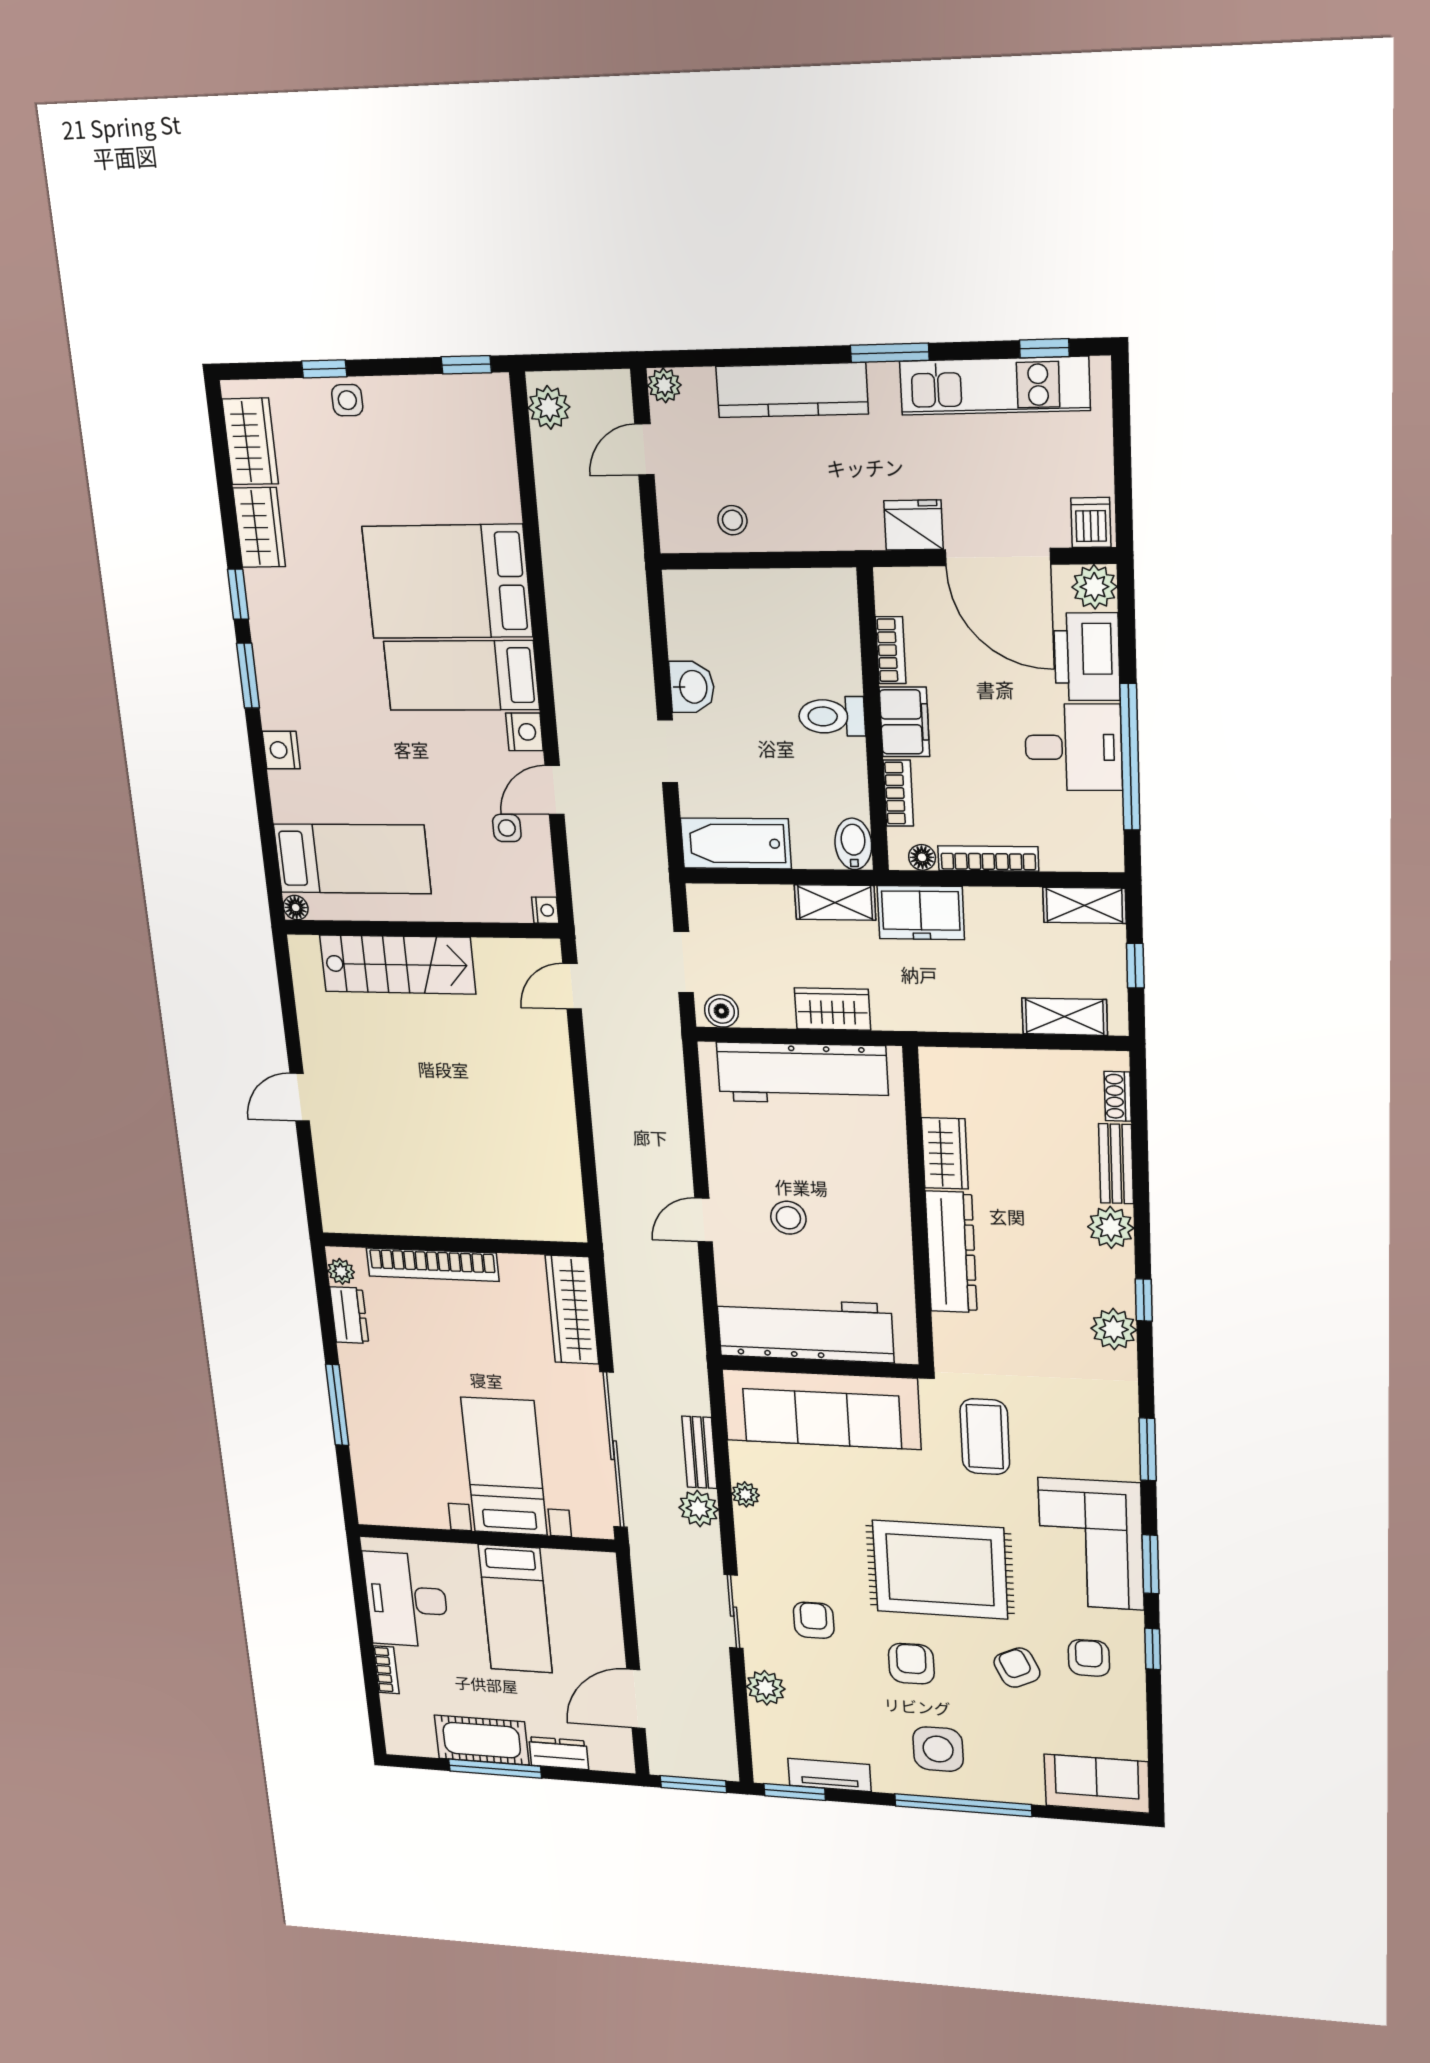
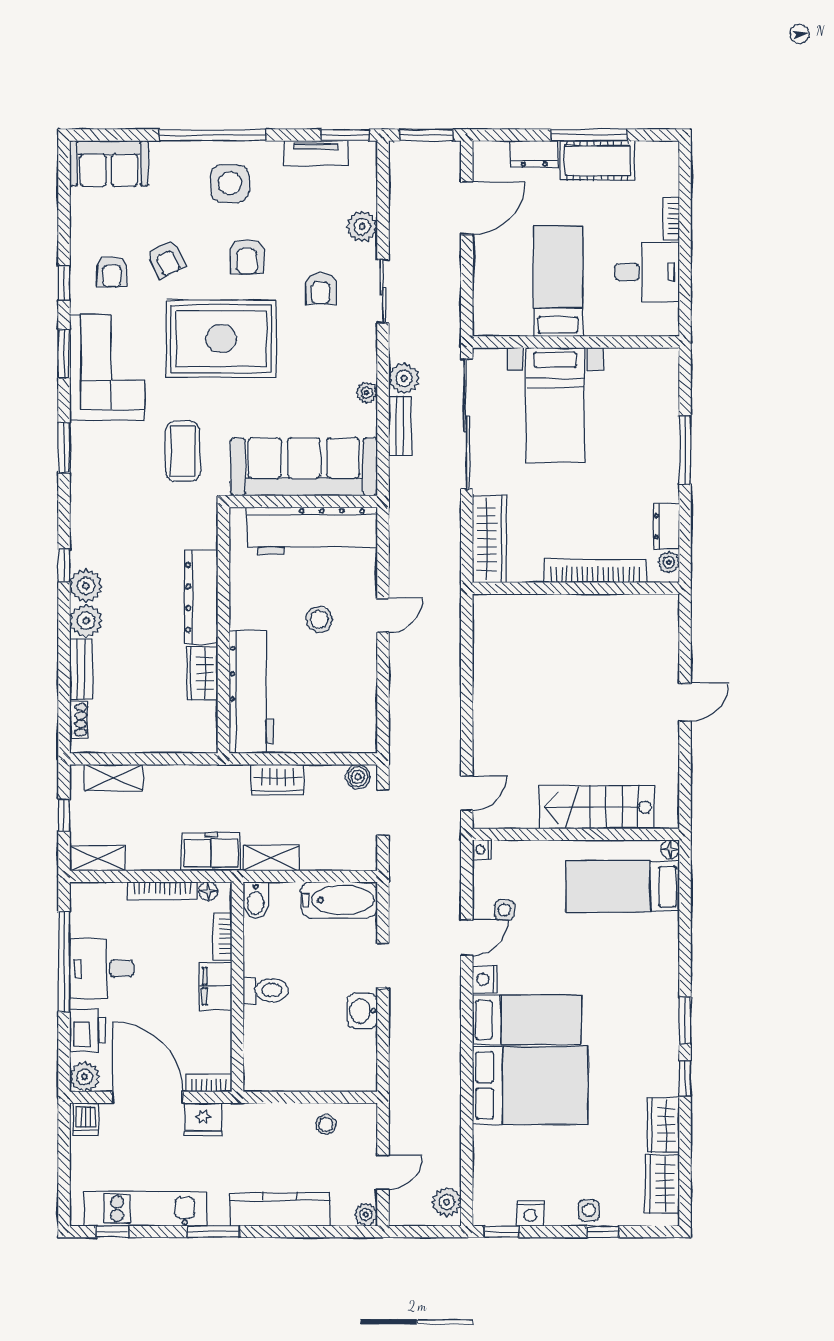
bookcase: (891, 650) -> (209, 1083), moved, turned 90
printer: (1087, 657) -> (87, 1030), width x0.73, depth x0.84
nightstand: (281, 750) -> (530, 1213), moved, turned 90
workbench: (802, 1073) -> (251, 692), moved, turned 90
plant: (1114, 1329) -> (86, 586), moved
desk: (406, 1600) -> (647, 272), width x0.73

